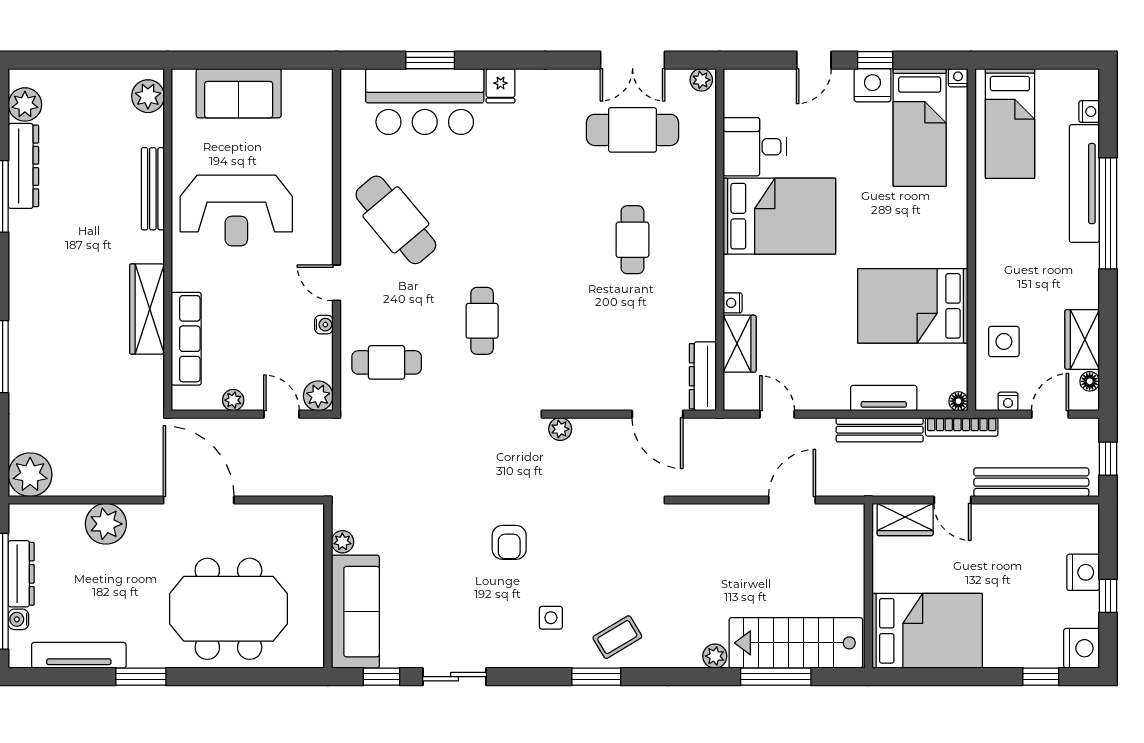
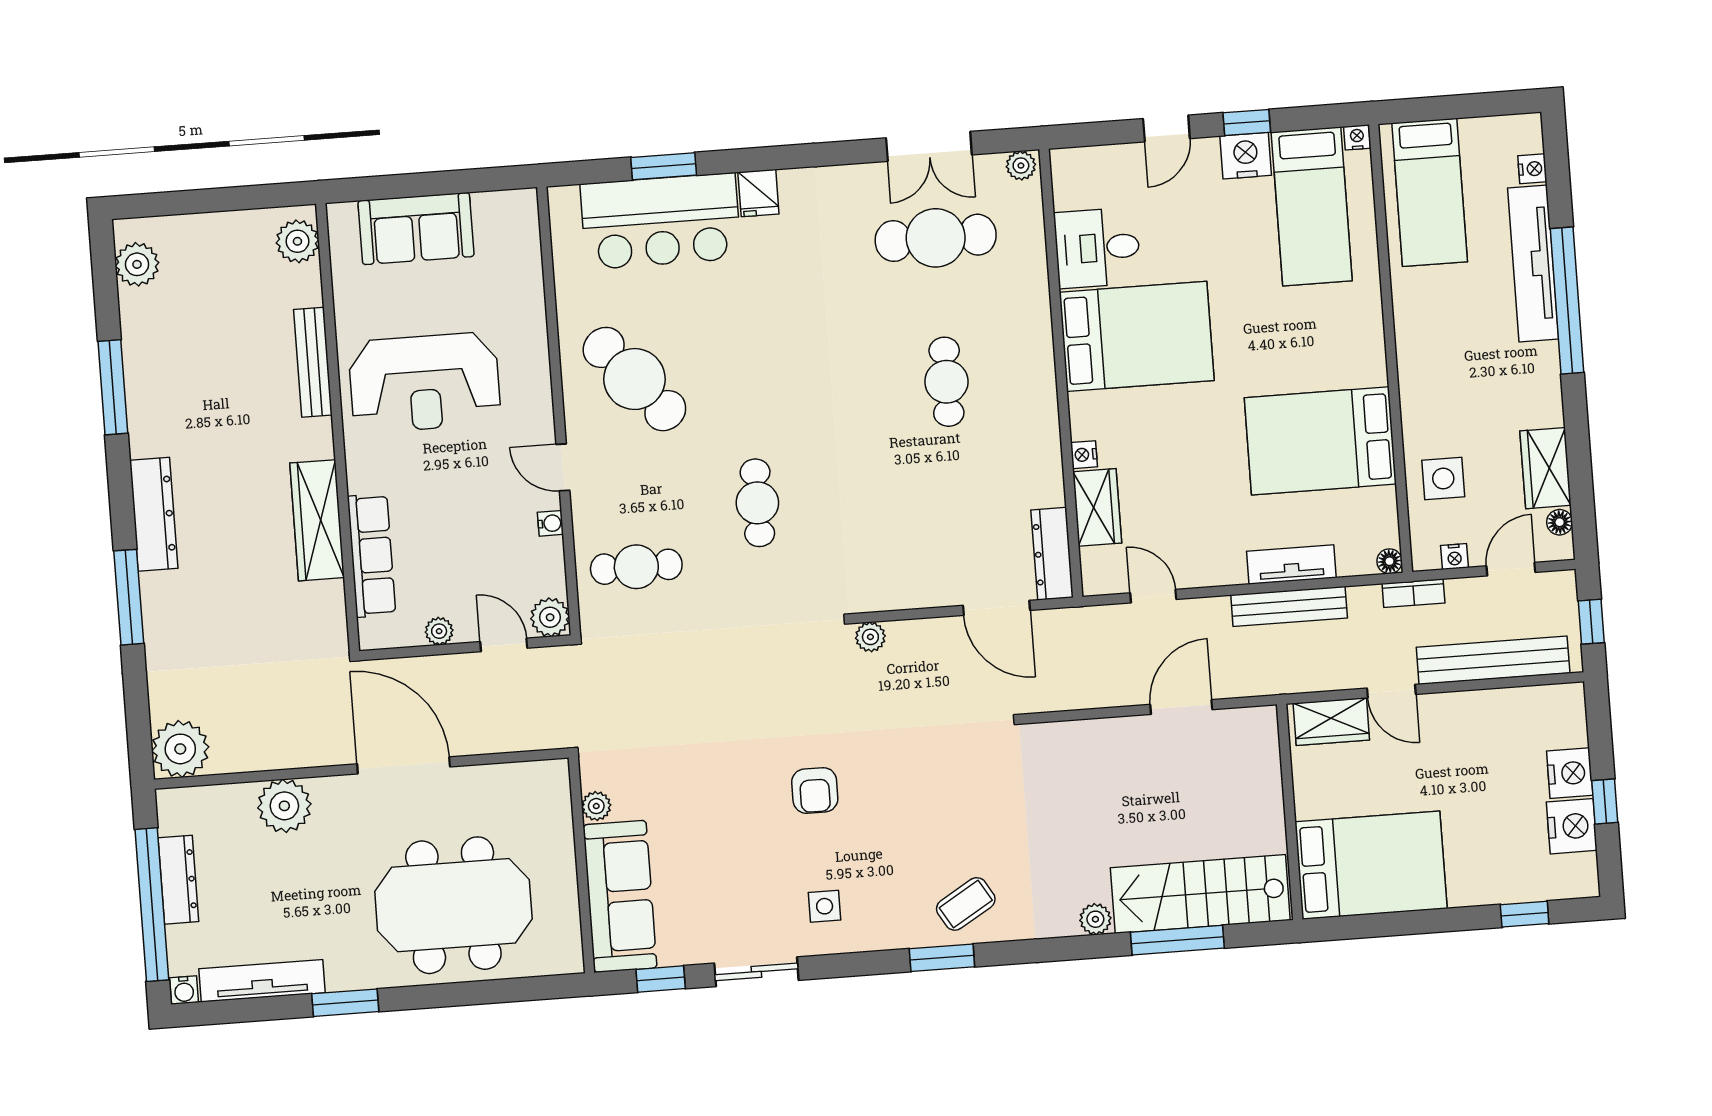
dresser: (23, 166) -> (154, 514), moved
bookcase: (962, 427) -> (1413, 593), width x0.64
side table: (551, 618) -> (825, 906), moved
water cooler: (18, 619) -> (184, 990), moved, turned -90
nightstand: (1082, 648) -> (1572, 826), moved

